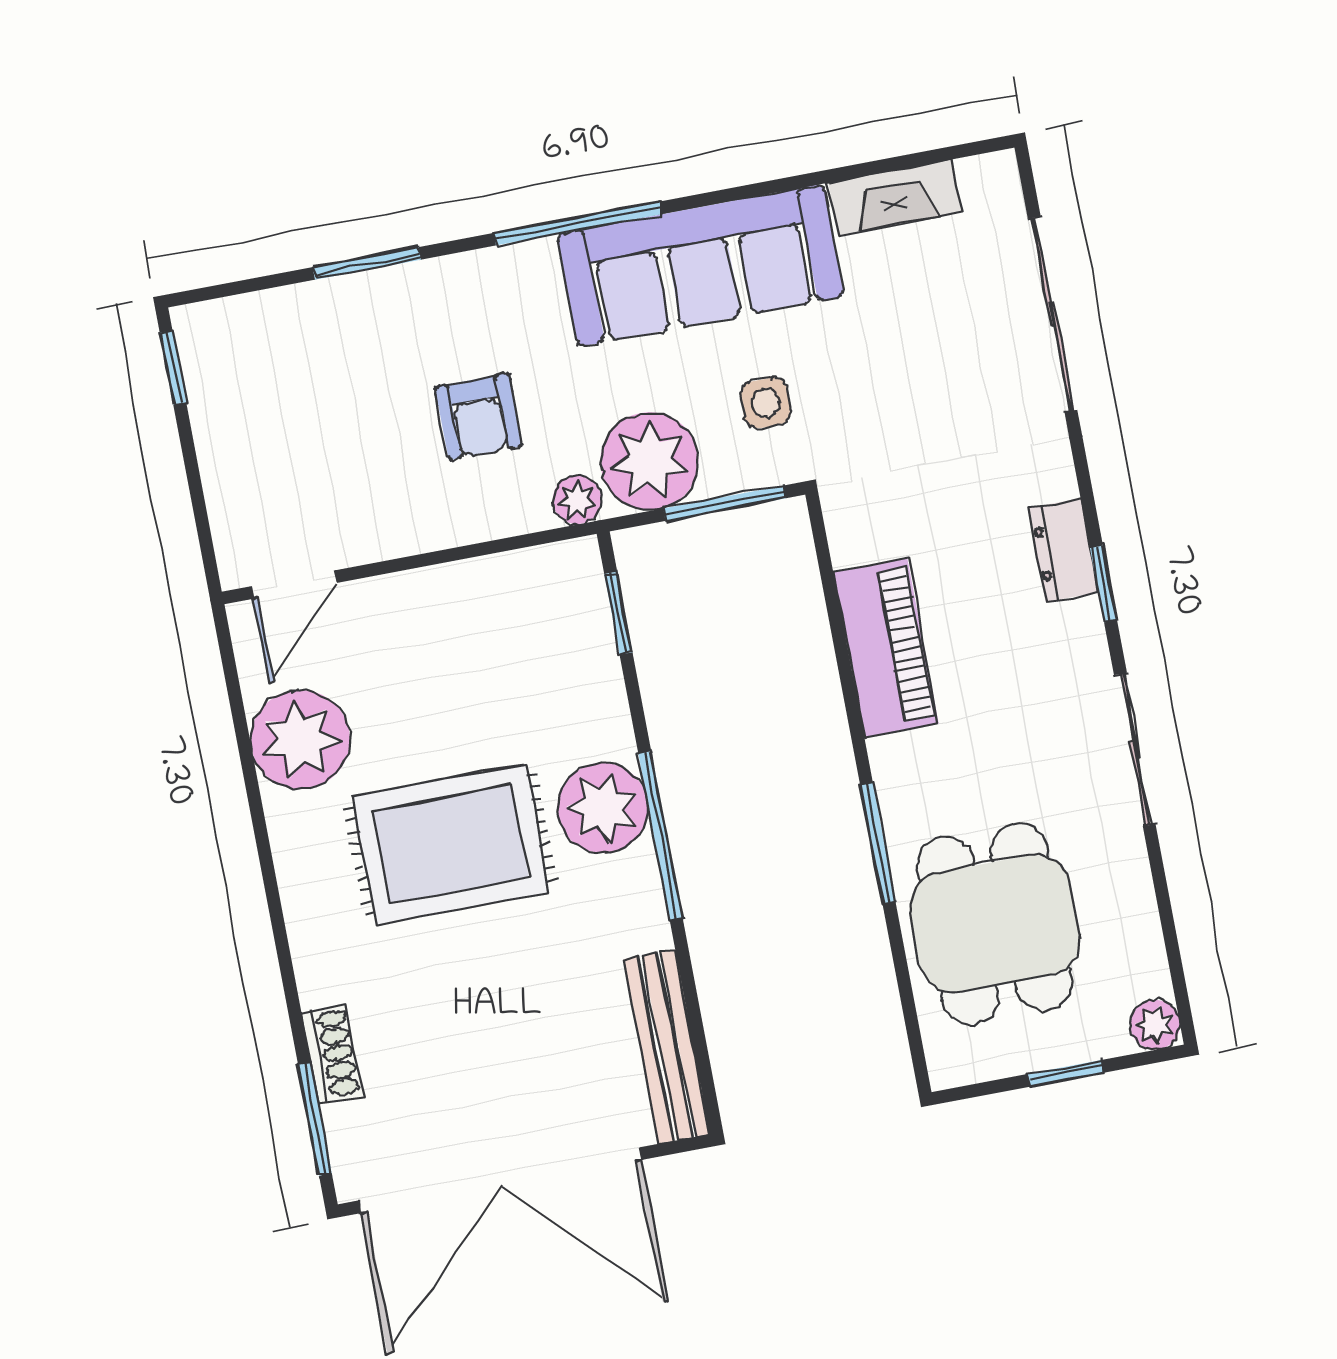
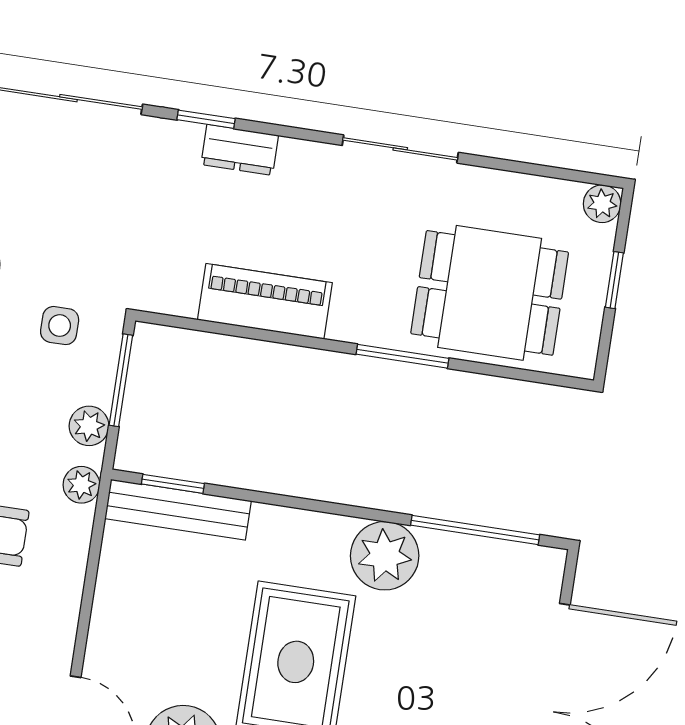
plant: (649, 461) -> (89, 426), width x0.53, depth x0.53
window: (1104, 584) -> (206, 119), moved
plant: (603, 808) -> (385, 556), moved
window: (660, 836) -> (475, 530), moved
bench: (667, 1047) -> (178, 510), moved

